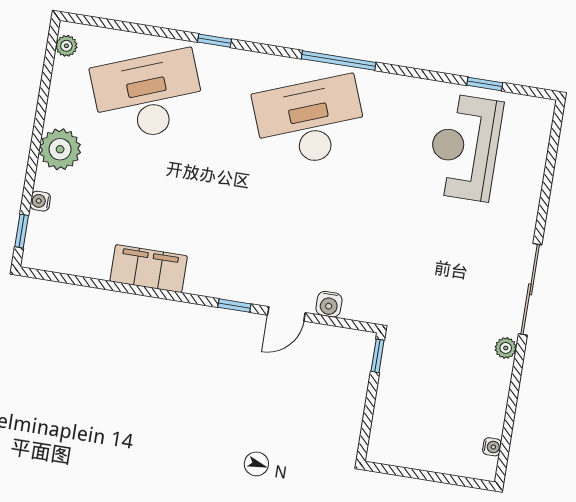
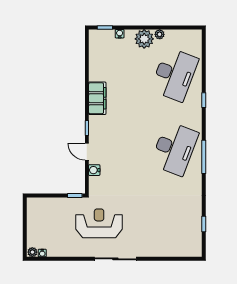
plant: (66, 46) -> (160, 34), moved
desk: (148, 96) -> (174, 74), turned 42
desk: (310, 122) -> (174, 149), turned 42
reception desk: (465, 147) -> (99, 223), moved
filing cabinet: (149, 269) -> (97, 98), moved
plant: (506, 348) -> (32, 252), moved

